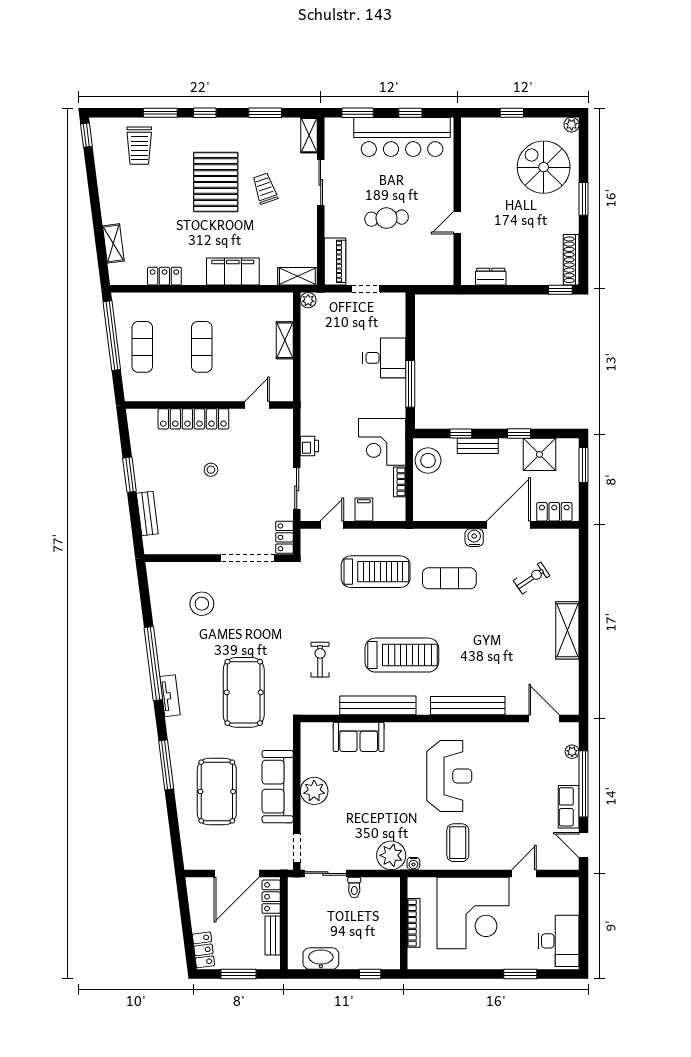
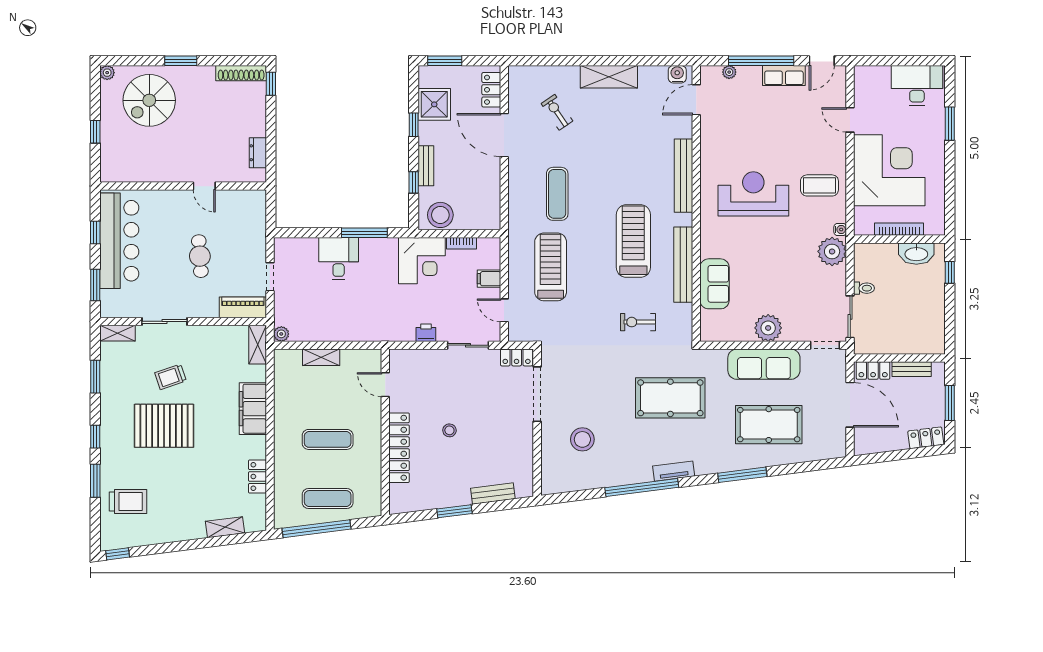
water cooler: (474, 538) -> (677, 74), moved, turned 90
washbasin: (321, 959) -> (916, 254), moved, turned -90

